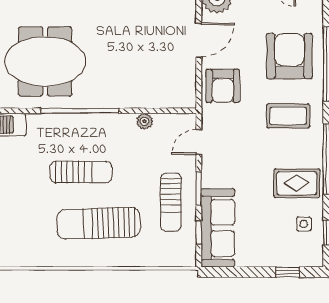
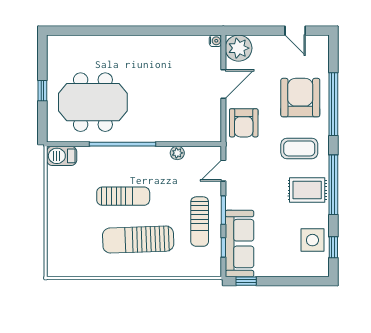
rug: (297, 183) -> (307, 190), moved
side table: (304, 224) -> (312, 240), width x1.87, depth x1.87
window: (288, 272) -> (246, 281), moved

